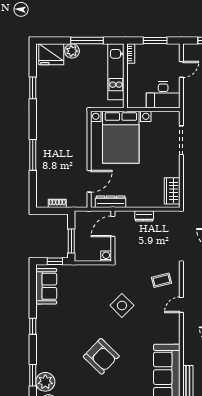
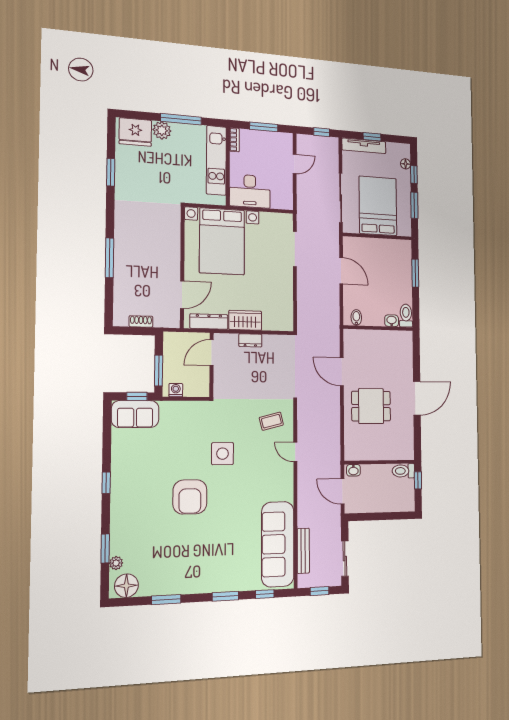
desk: (163, 95) -> (250, 191), moved
wardrobe: (172, 191) -> (245, 320), moved, turned 90
washing machine: (106, 256) -> (176, 390), moved
sofa: (46, 286) -> (135, 414), moved, turned 90
side table: (122, 305) -> (223, 454), turned 45
door: (181, 305) -> (295, 452), hinge flipped
armchair: (101, 356) -> (190, 497), moved, turned 46
plant: (45, 382) -> (116, 563), width x0.53, depth x0.53

